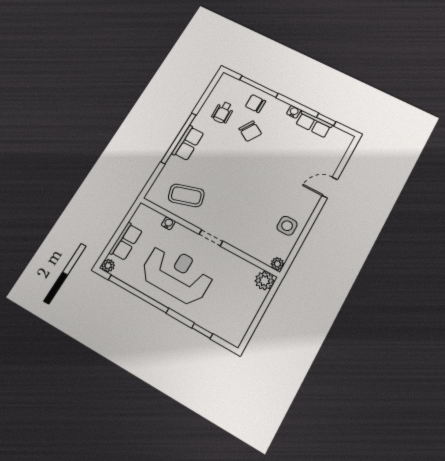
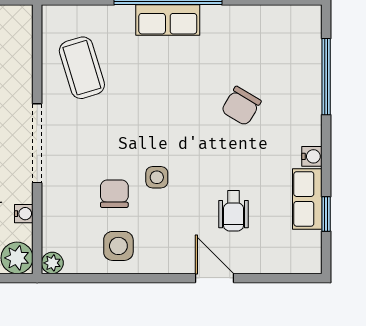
chair: (256, 104) -> (114, 194), moved
wheelchair: (223, 112) -> (233, 211), moved, turned -88
side table: (262, 189) -> (157, 177), added
water cooler: (168, 223) -> (24, 214), moved
doorway: (211, 238) -> (37, 143), width x1.88

